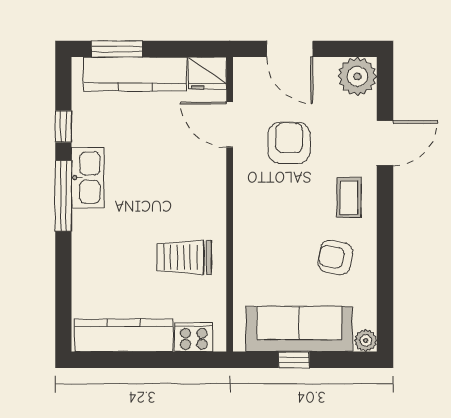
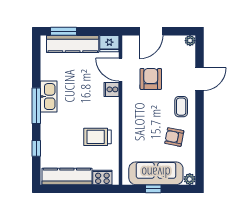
door: (290, 49) -> (151, 31), hinge flipped
plant: (357, 76) -> (190, 41), width x0.53, depth x0.53
window: (63, 126) -> (36, 148), moved
cooker: (212, 164) -> (112, 89), added

